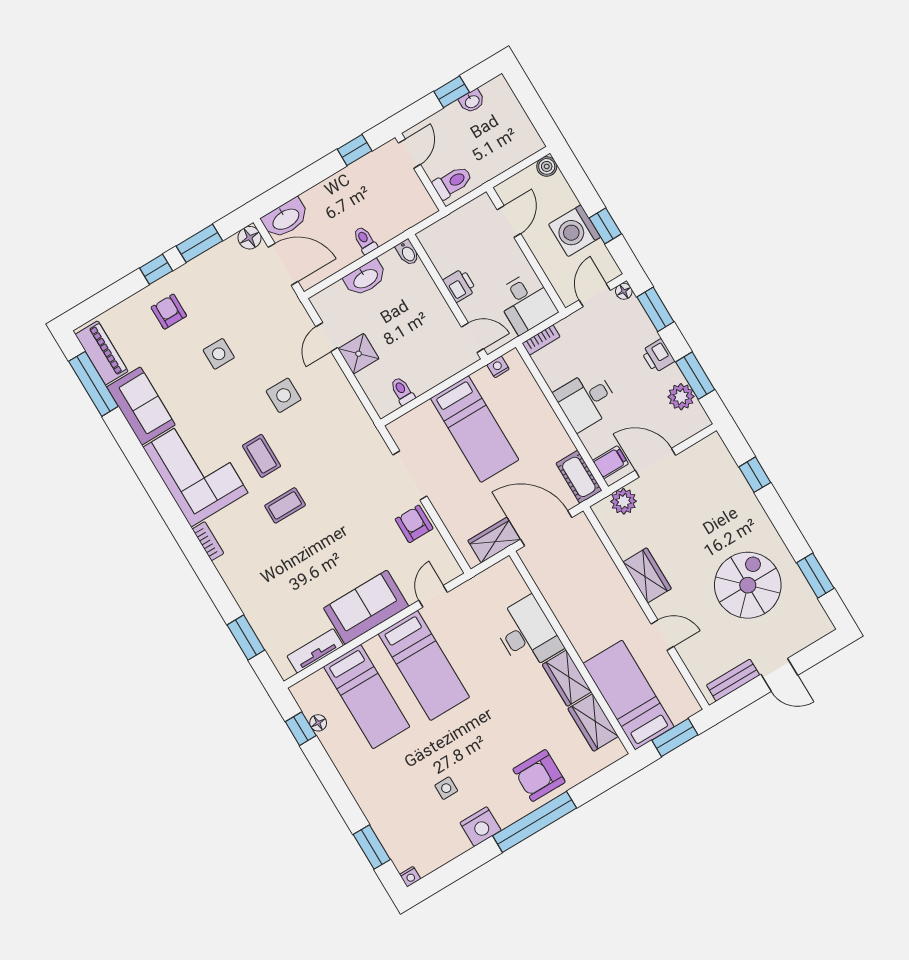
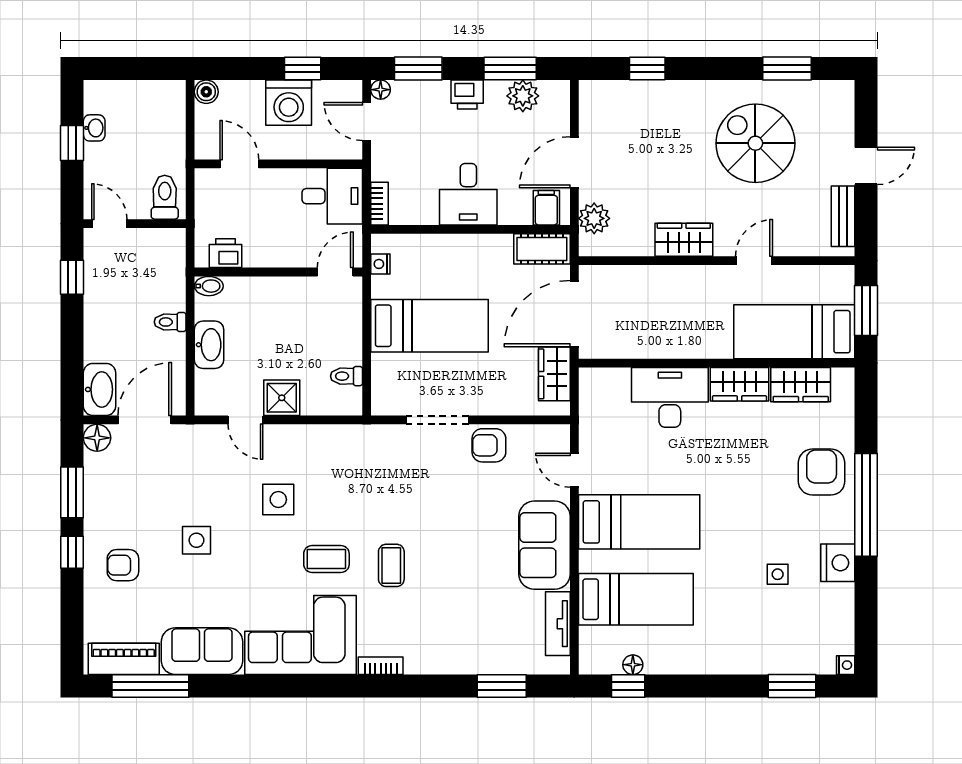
printer: (460, 285) -> (226, 253), moved
armchair: (539, 776) -> (822, 472), turned 180

